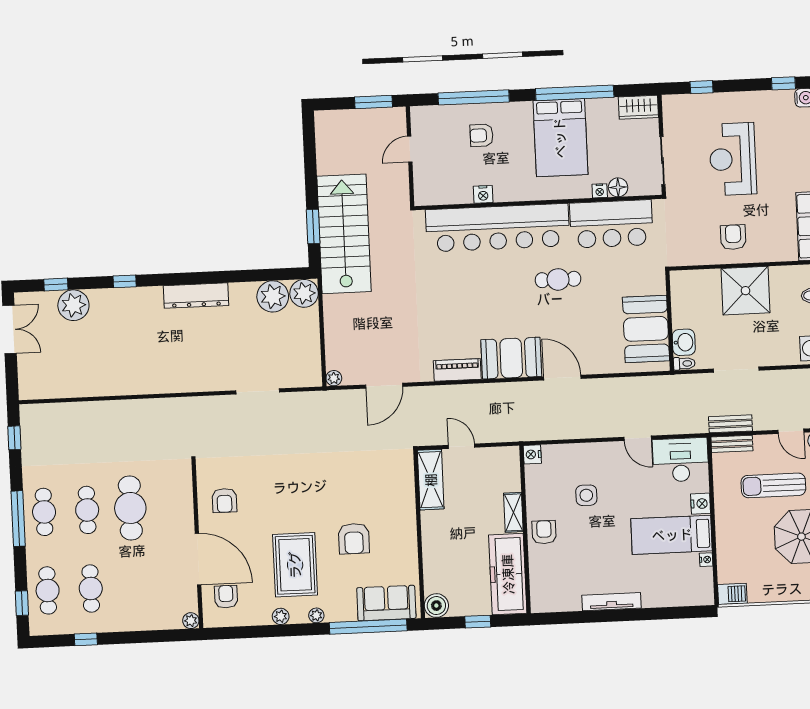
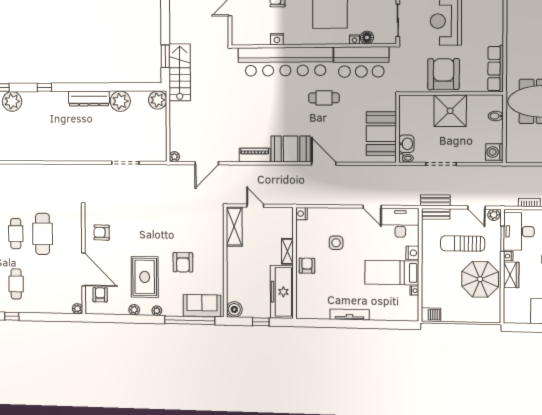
stairs: (344, 234) -> (180, 72), width x0.73, depth x0.66
armchair: (733, 237) -> (444, 74), width x1.88, depth x1.88
plant: (273, 296) -> (120, 101), moved
armchair: (224, 500) -> (102, 233), turned 91

